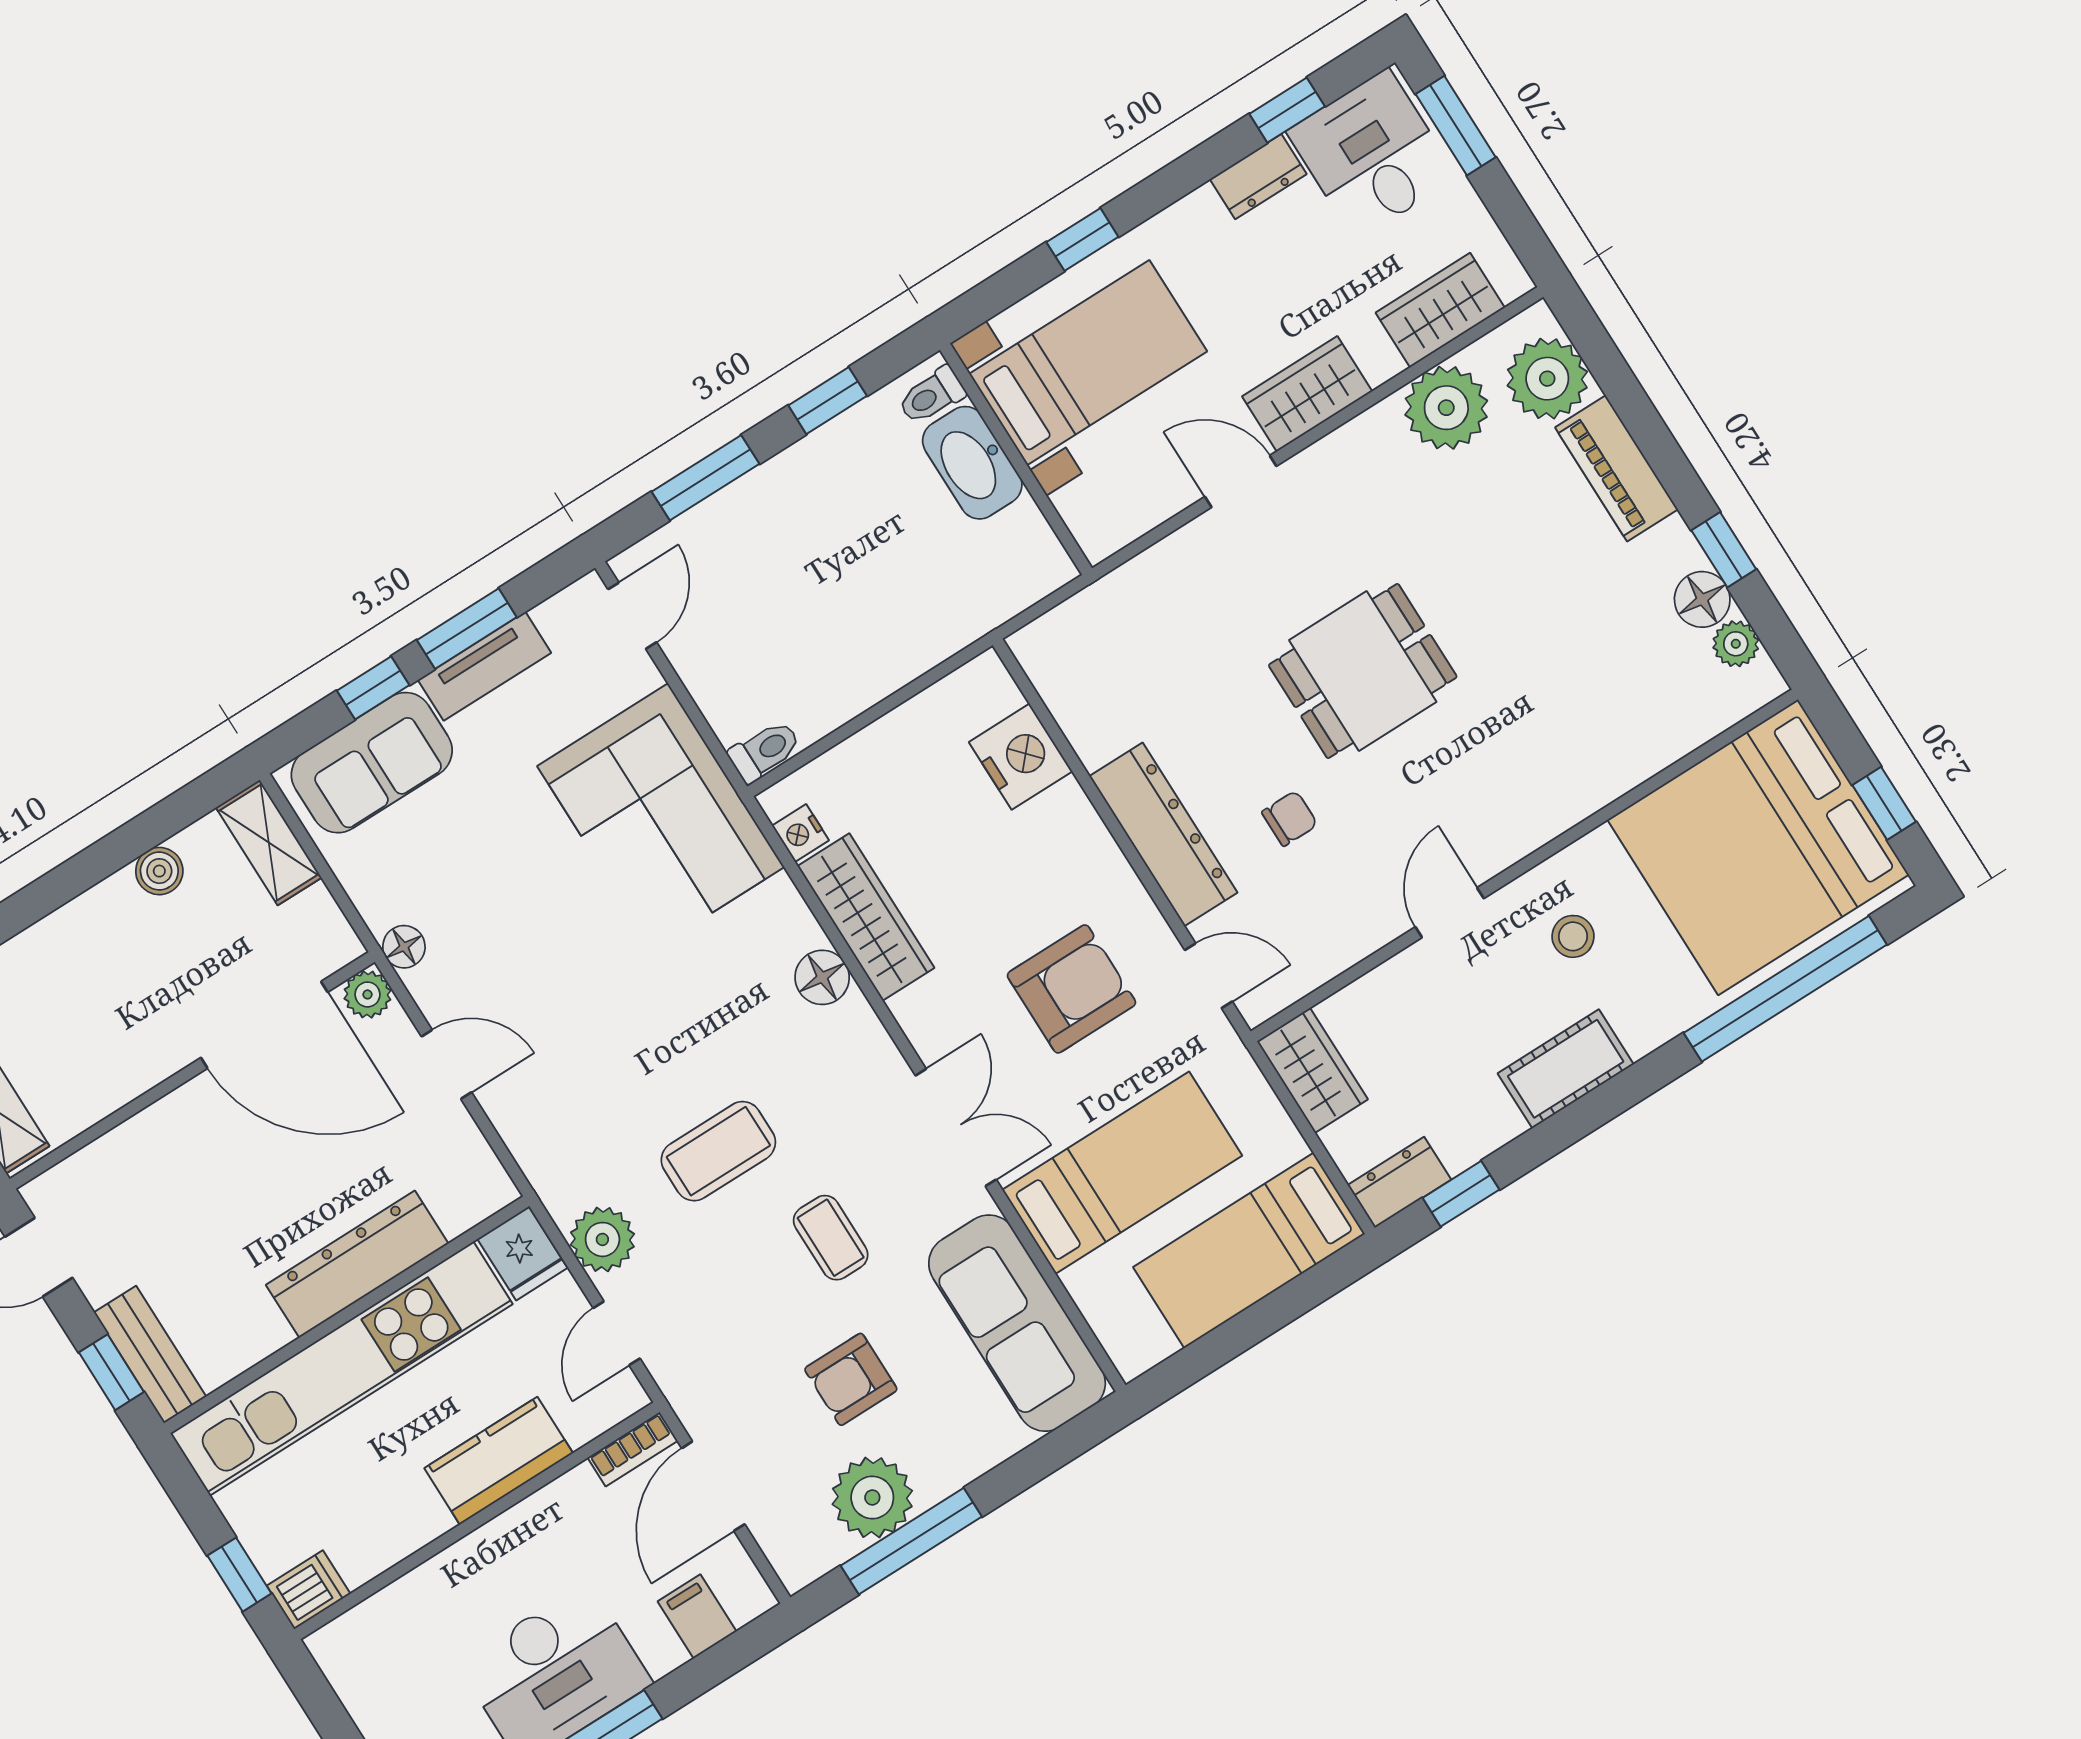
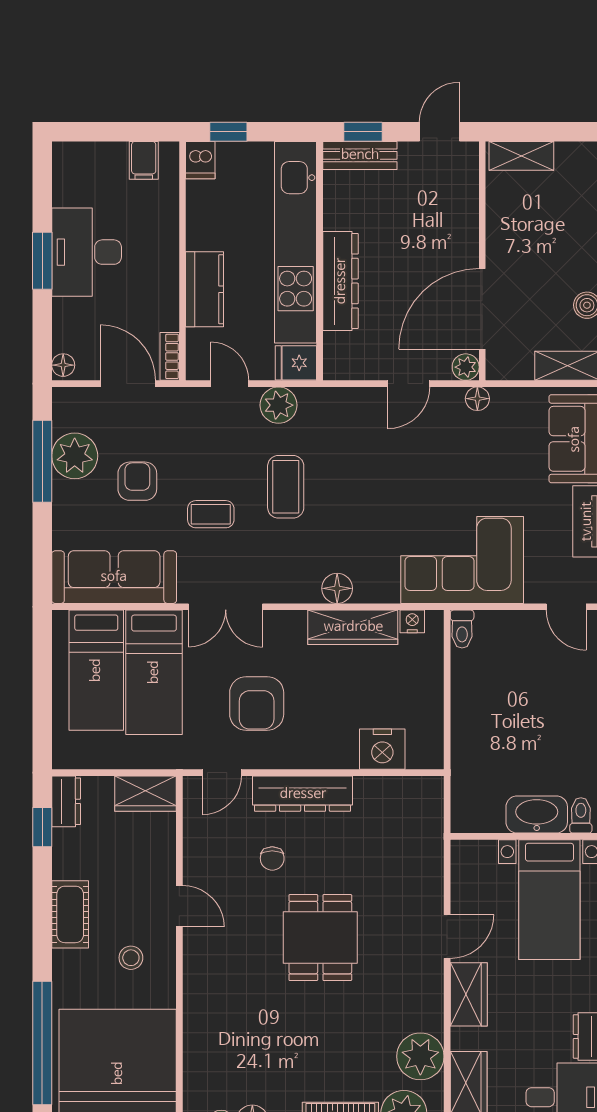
bed: (1249, 1251) -> (96, 670), moved, turned 180
floor lamp: (747, 1601) -> (63, 365), added
filing cabinet: (697, 1616) -> (144, 160), moved, turned 90

